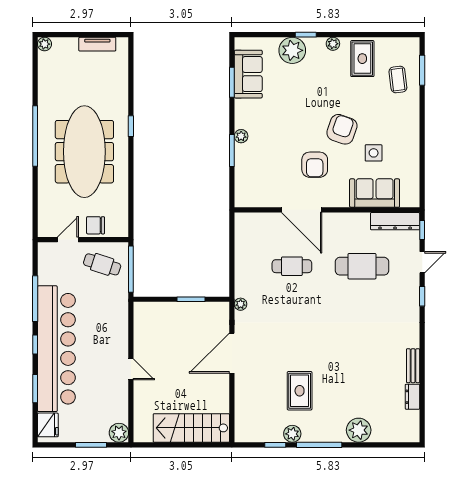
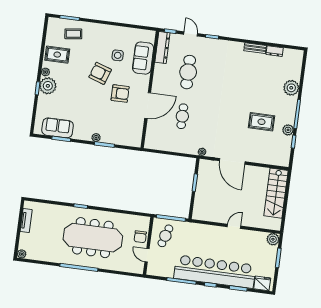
plant: (292, 50) -> (48, 86), moved

